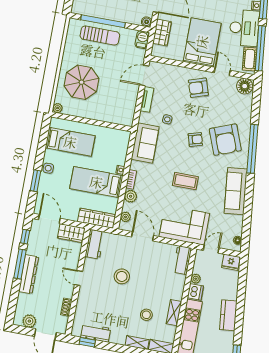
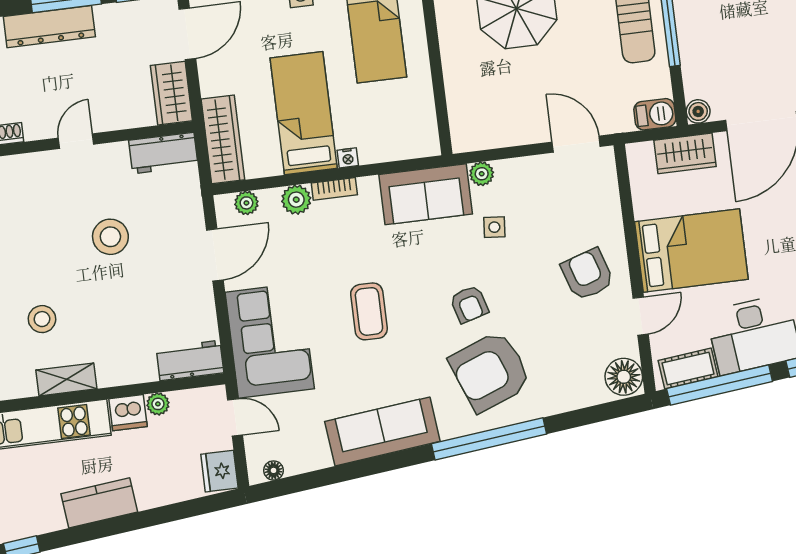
tv unit: (147, 99) -> (524, 168), removed
plant: (144, 118) -> (482, 174), added

